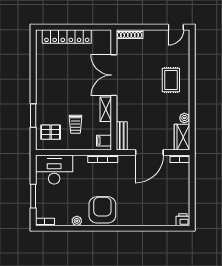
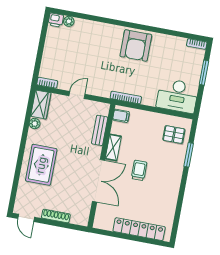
door: (176, 27) -> (26, 218), swing flipped
shoe rack: (130, 34) -> (56, 216), moved
rug: (171, 80) -> (41, 165), width x1.36, depth x1.43
trolley: (76, 124) -> (139, 170), moved
bench: (122, 136) -> (100, 130), moved
door: (149, 153) -> (77, 95), width x0.53
plant: (77, 221) -> (69, 21), moved

